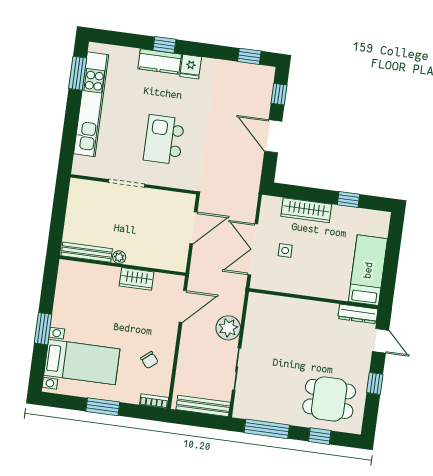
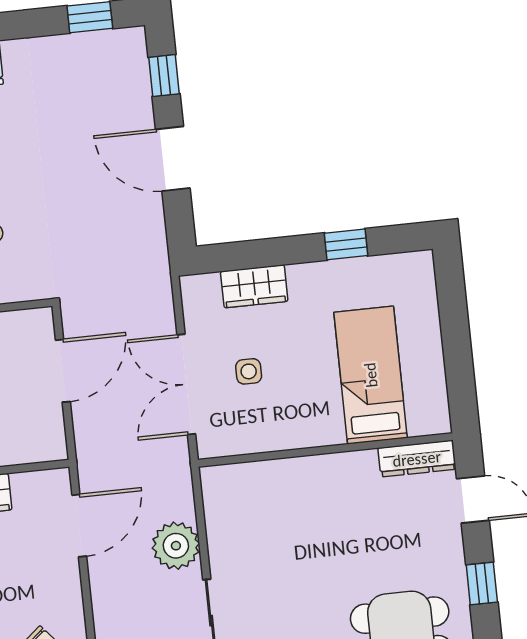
wardrobe: (306, 210) -> (254, 286), width x0.67
bed: (368, 270) -> (371, 375), moved

